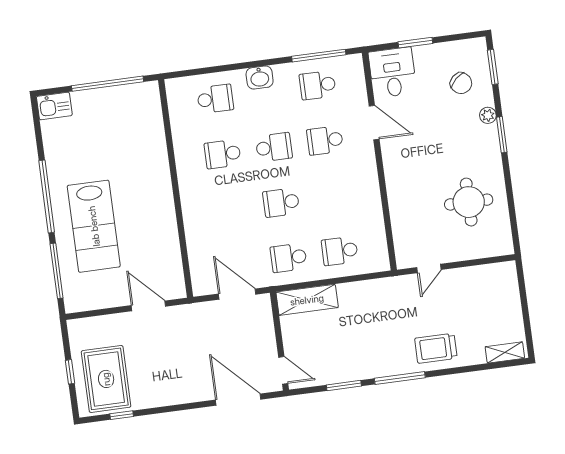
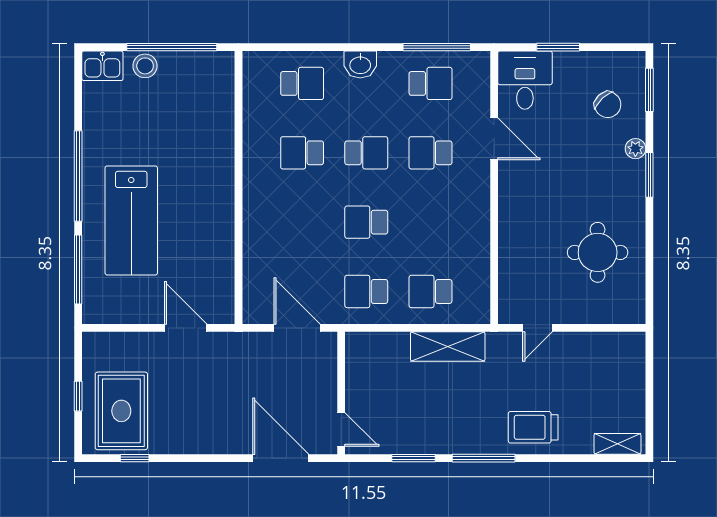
school desk: (318, 85) -> (431, 83), turned 180
stool: (88, 102) -> (145, 66), added
shelving: (307, 300) -> (448, 346), moved

